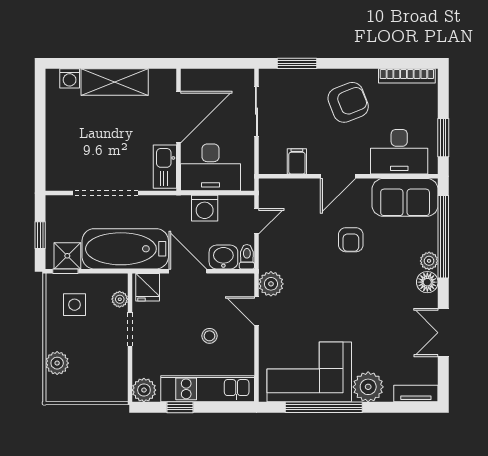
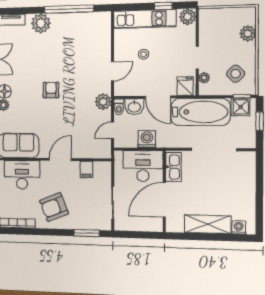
armchair: (351, 240) -> (51, 90), moved
plant: (271, 284) -> (103, 102), moved
side table: (74, 305) -> (236, 74), turned 45
door: (256, 311) -> (113, 71), hinge flipped
corner sofa: (309, 372) -> (78, 32), removed

